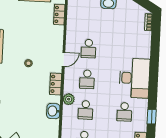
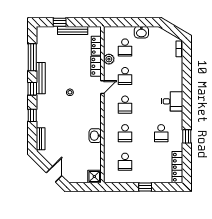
school desk: (90, 18) -> (125, 47), added
desk: (134, 78) -> (172, 101), width x0.53, depth x0.77
locker: (56, 84) -> (96, 66), moved
plant: (69, 99) -> (109, 59), moved

